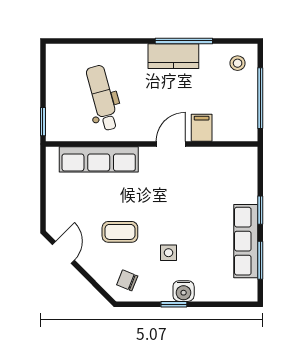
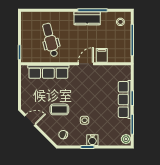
row of seats: (246, 241) -> (125, 99), moved
door: (63, 252) -> (30, 120), hinge flipped
plant: (248, 289) -> (126, 139), added

